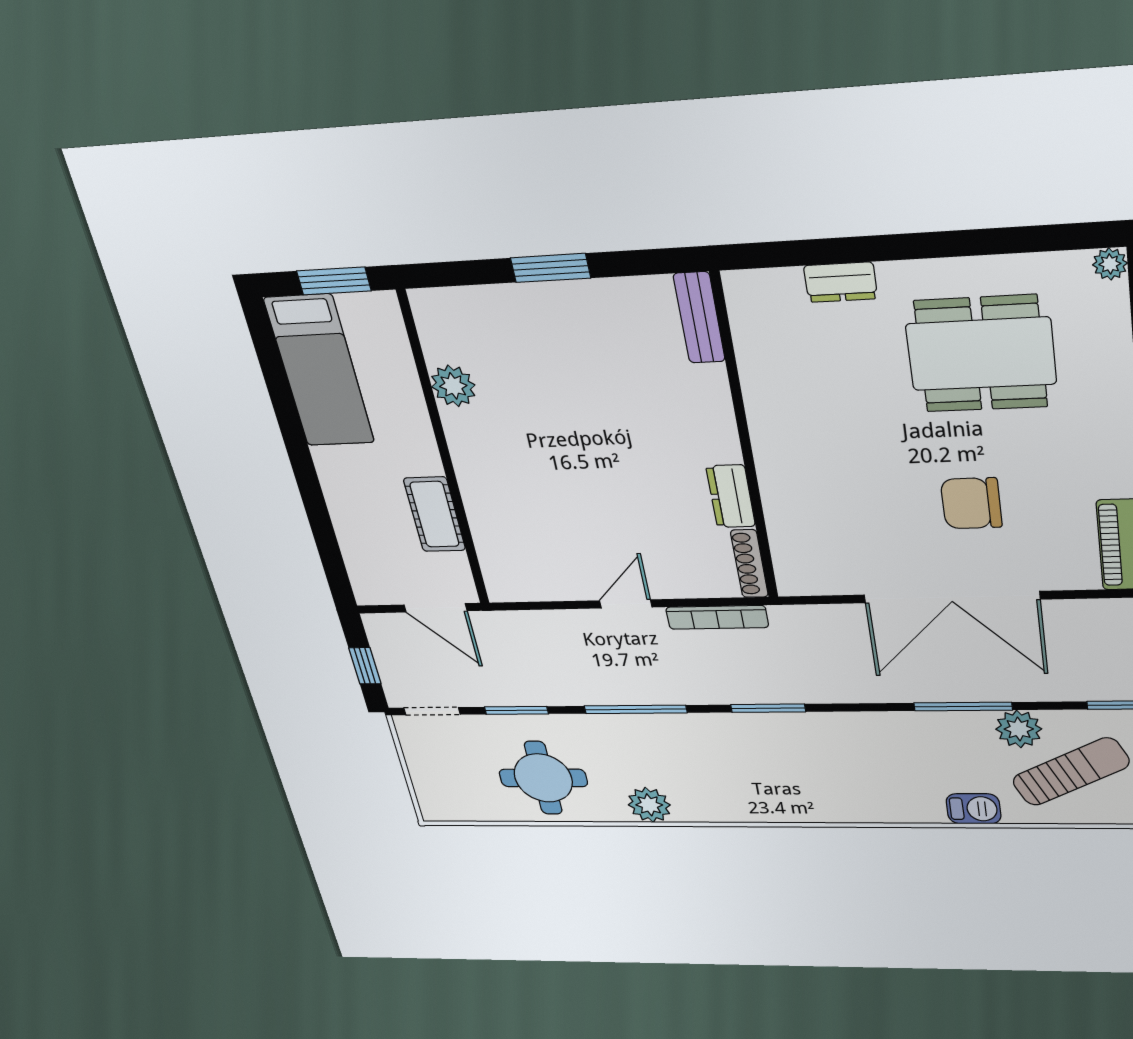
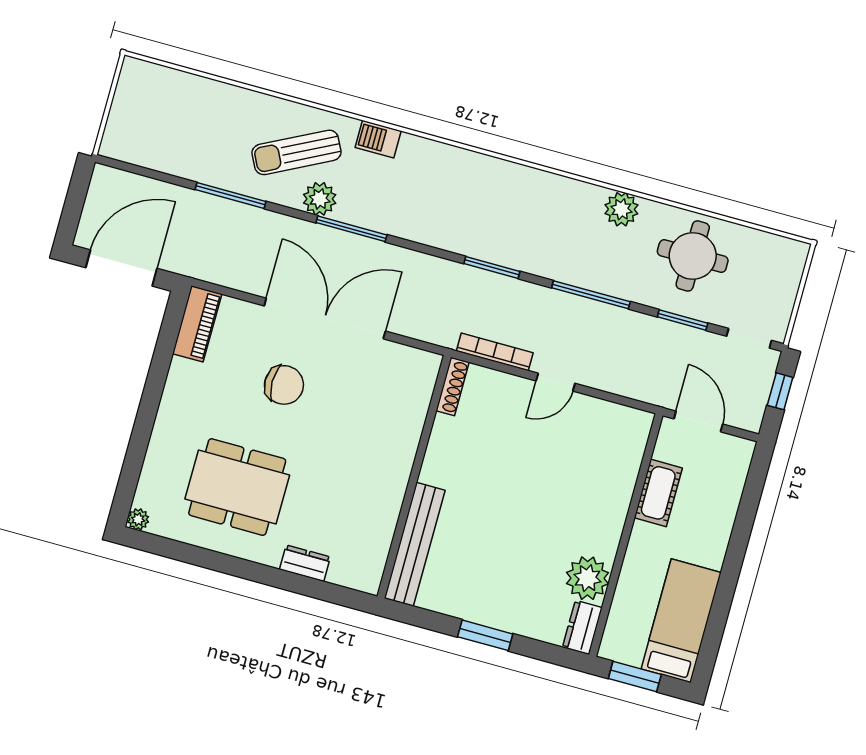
bench: (699, 318) -> (415, 544), width x1.86, depth x1.21
plant: (453, 386) -> (588, 578), width x1.36, depth x1.36
dresser: (731, 496) -> (582, 627), moved, turned 180

